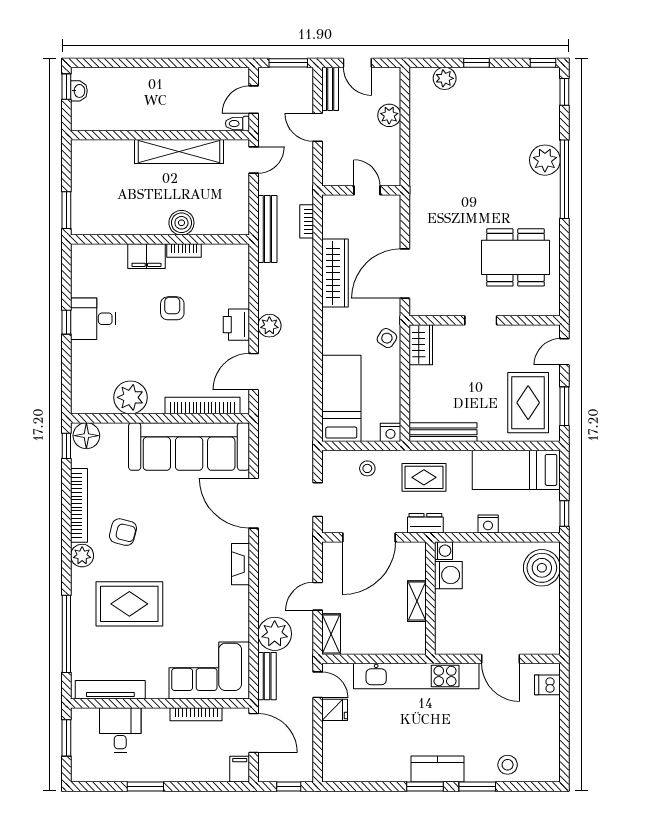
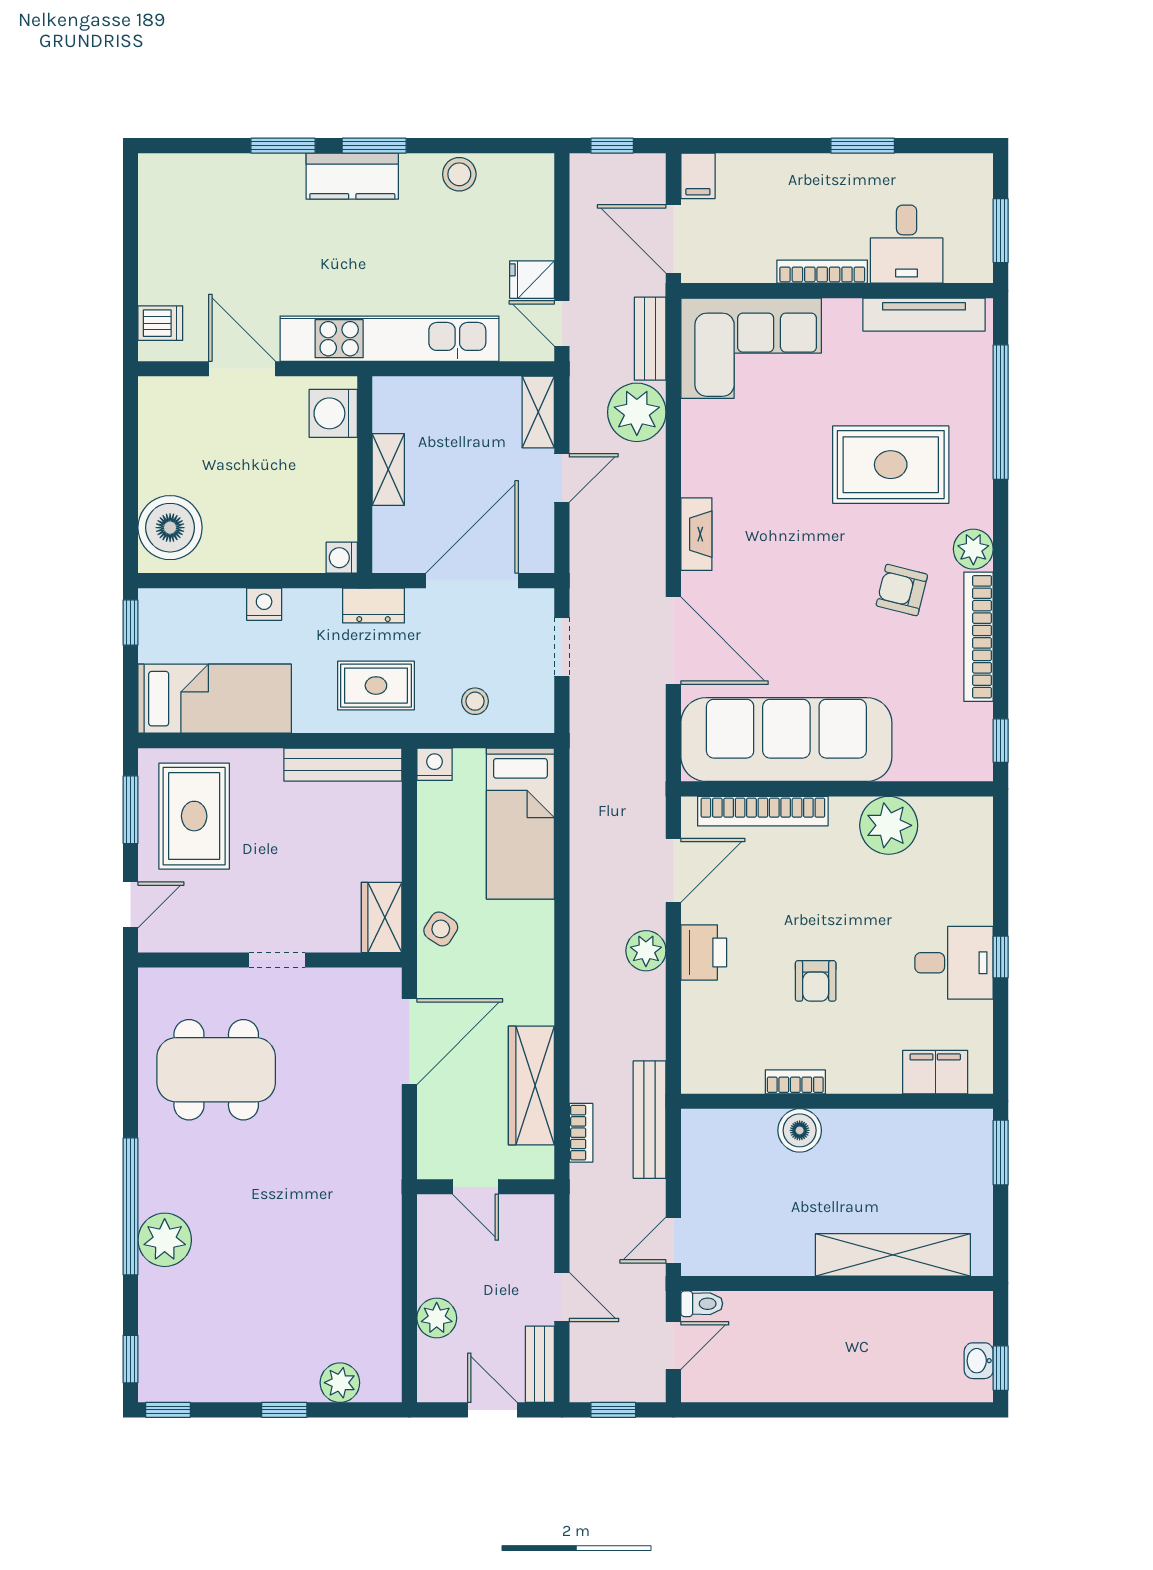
window: (288, 63) -> (613, 1410), width x0.67
shelving: (179, 152) -> (893, 1255), moved
filing cabinet: (146, 256) -> (935, 1072), moved
wardrobe: (335, 273) -> (531, 1086), moved
floor lamp: (86, 436) -> (966, 758), removed
washing machine: (448, 575) -> (333, 413), moved
bookcase: (196, 714) -> (822, 272), moved
stool: (508, 765) -> (459, 174), moved

